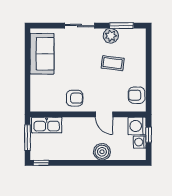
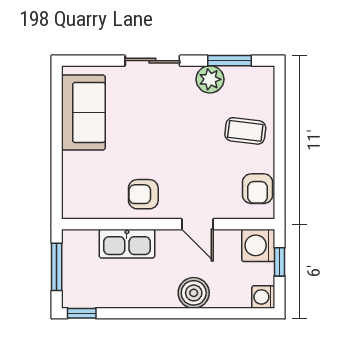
coffee table: (113, 63) -> (245, 131), moved
armchair: (137, 95) -> (257, 189), turned -90
armchair: (75, 98) -> (143, 194), turned 180
kitchen sink: (47, 125) -> (127, 244), moved
washing machine: (140, 142) -> (263, 297), moved

